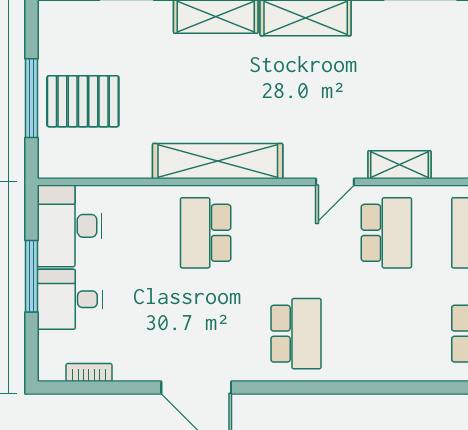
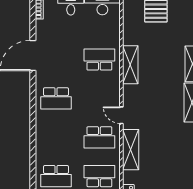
shelving: (218, 161) -> (130, 65), width x0.68
shelving: (399, 165) -> (131, 150), width x1.50, depth x1.33

